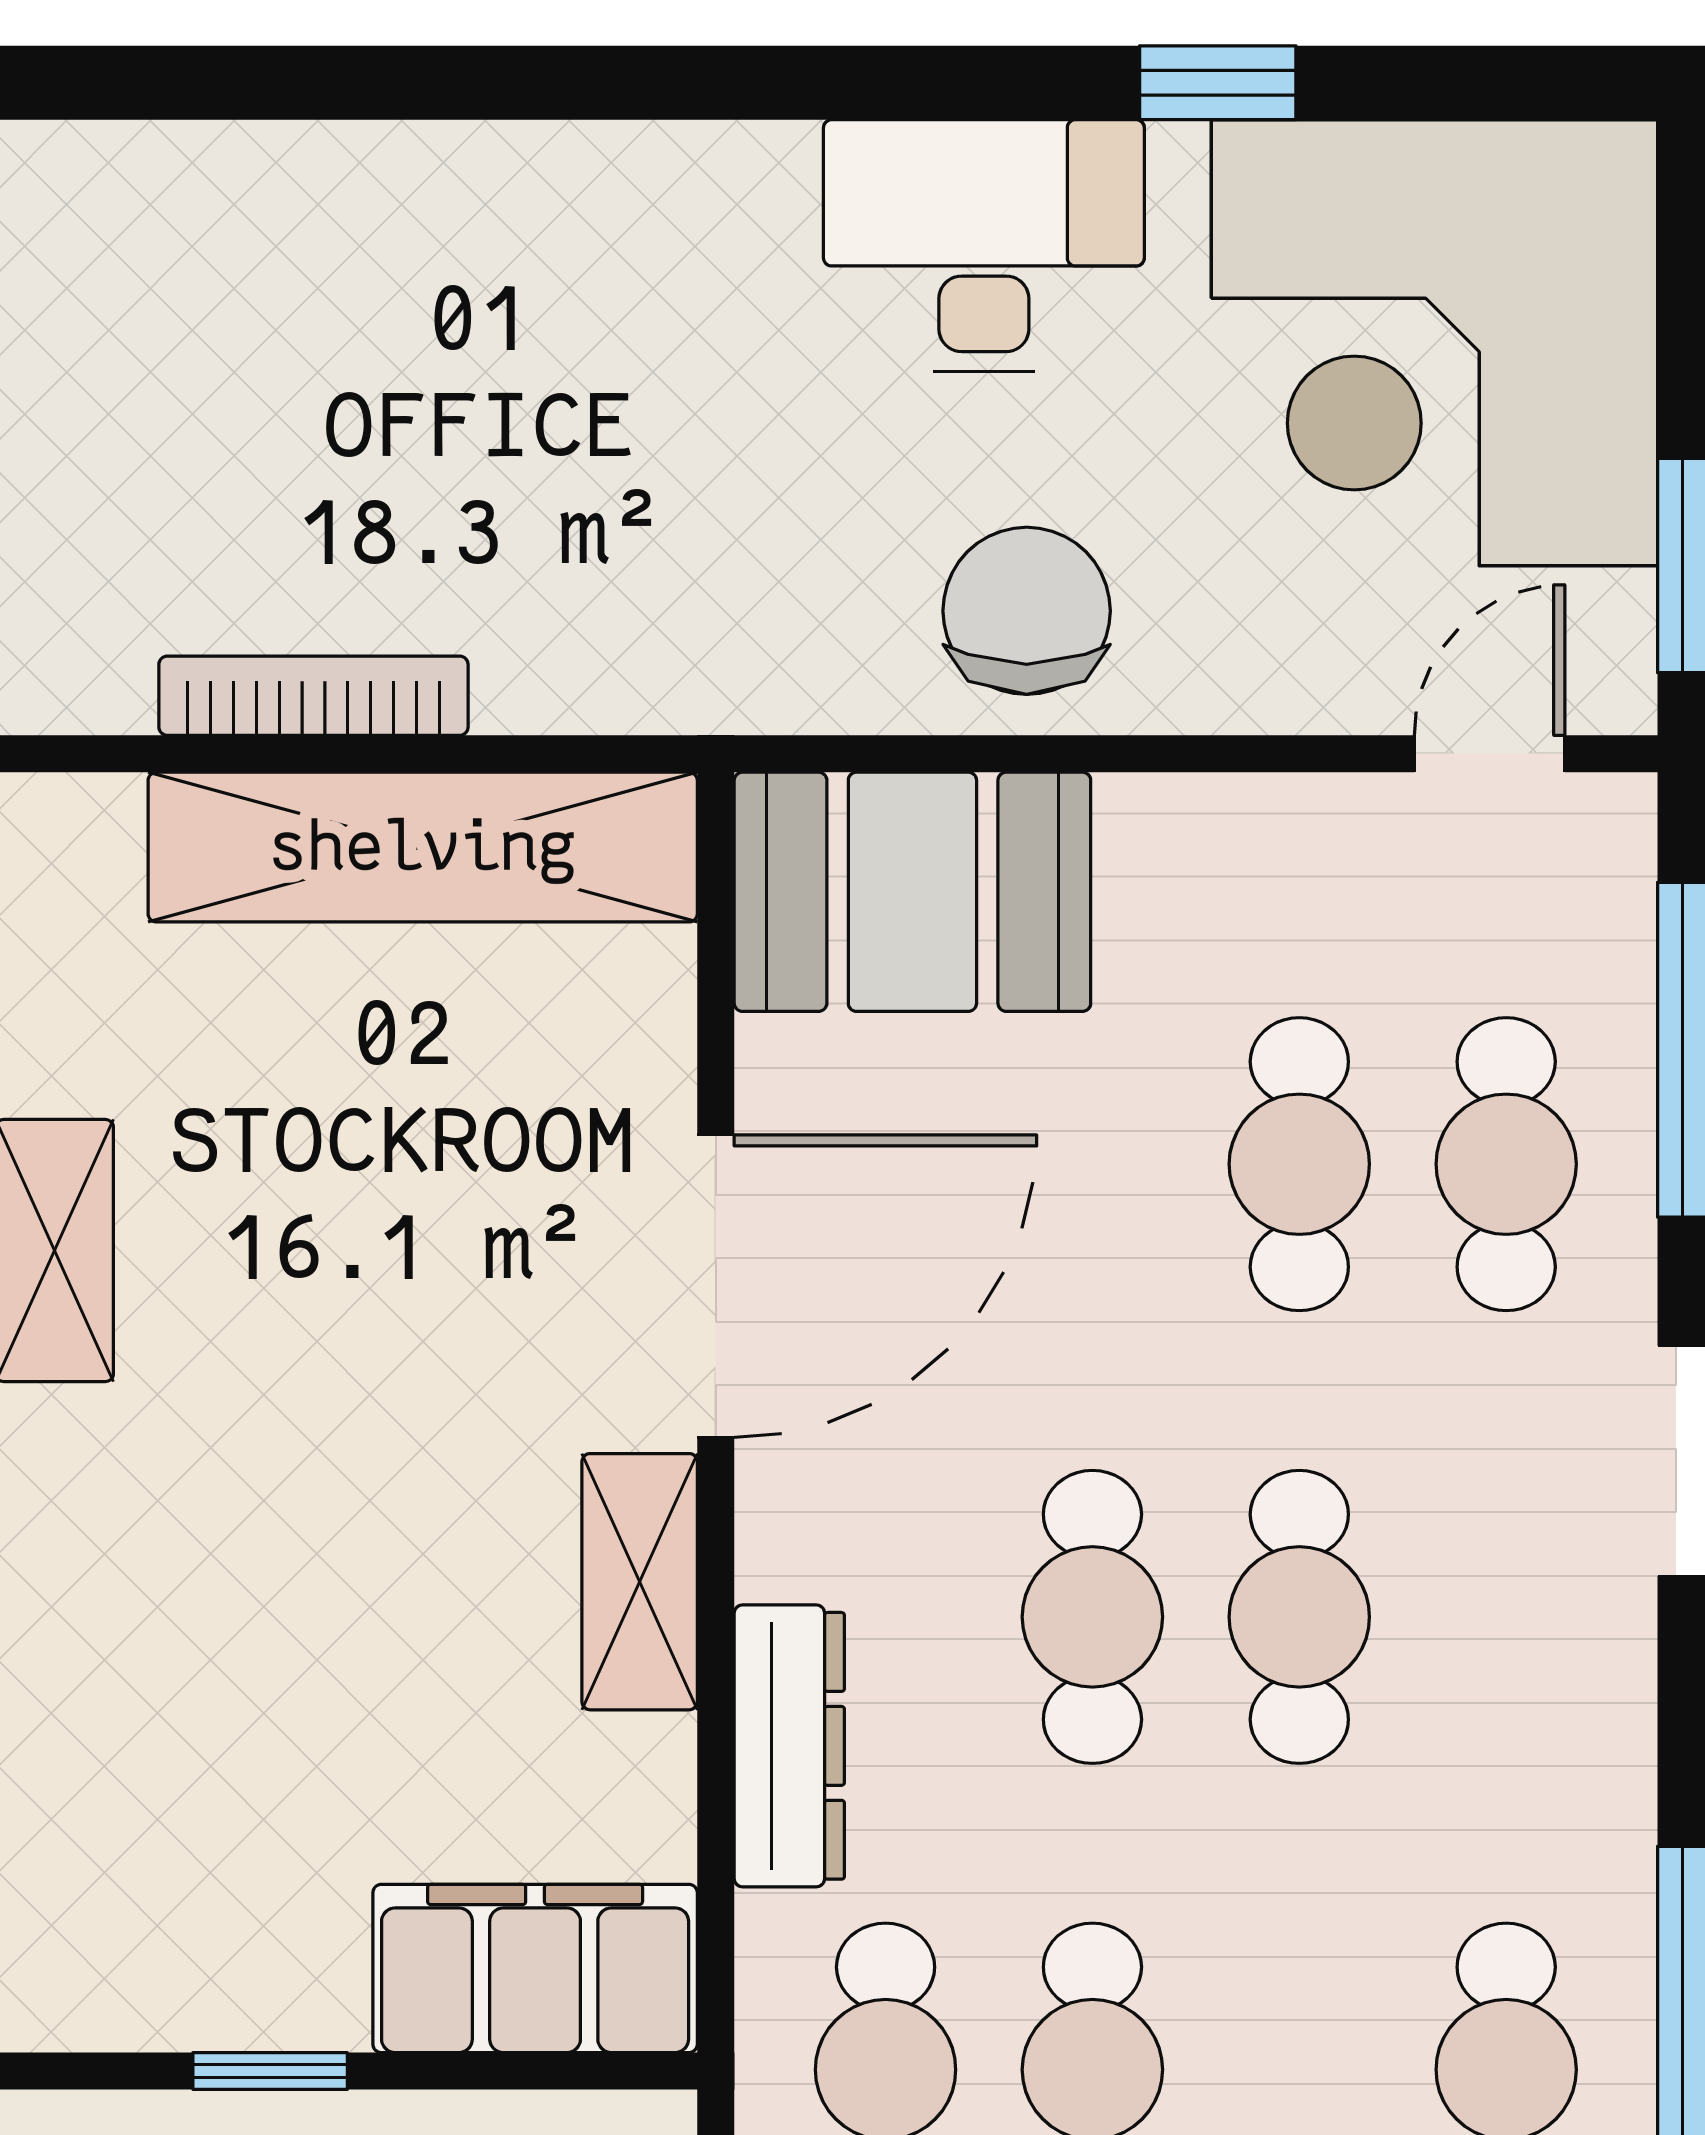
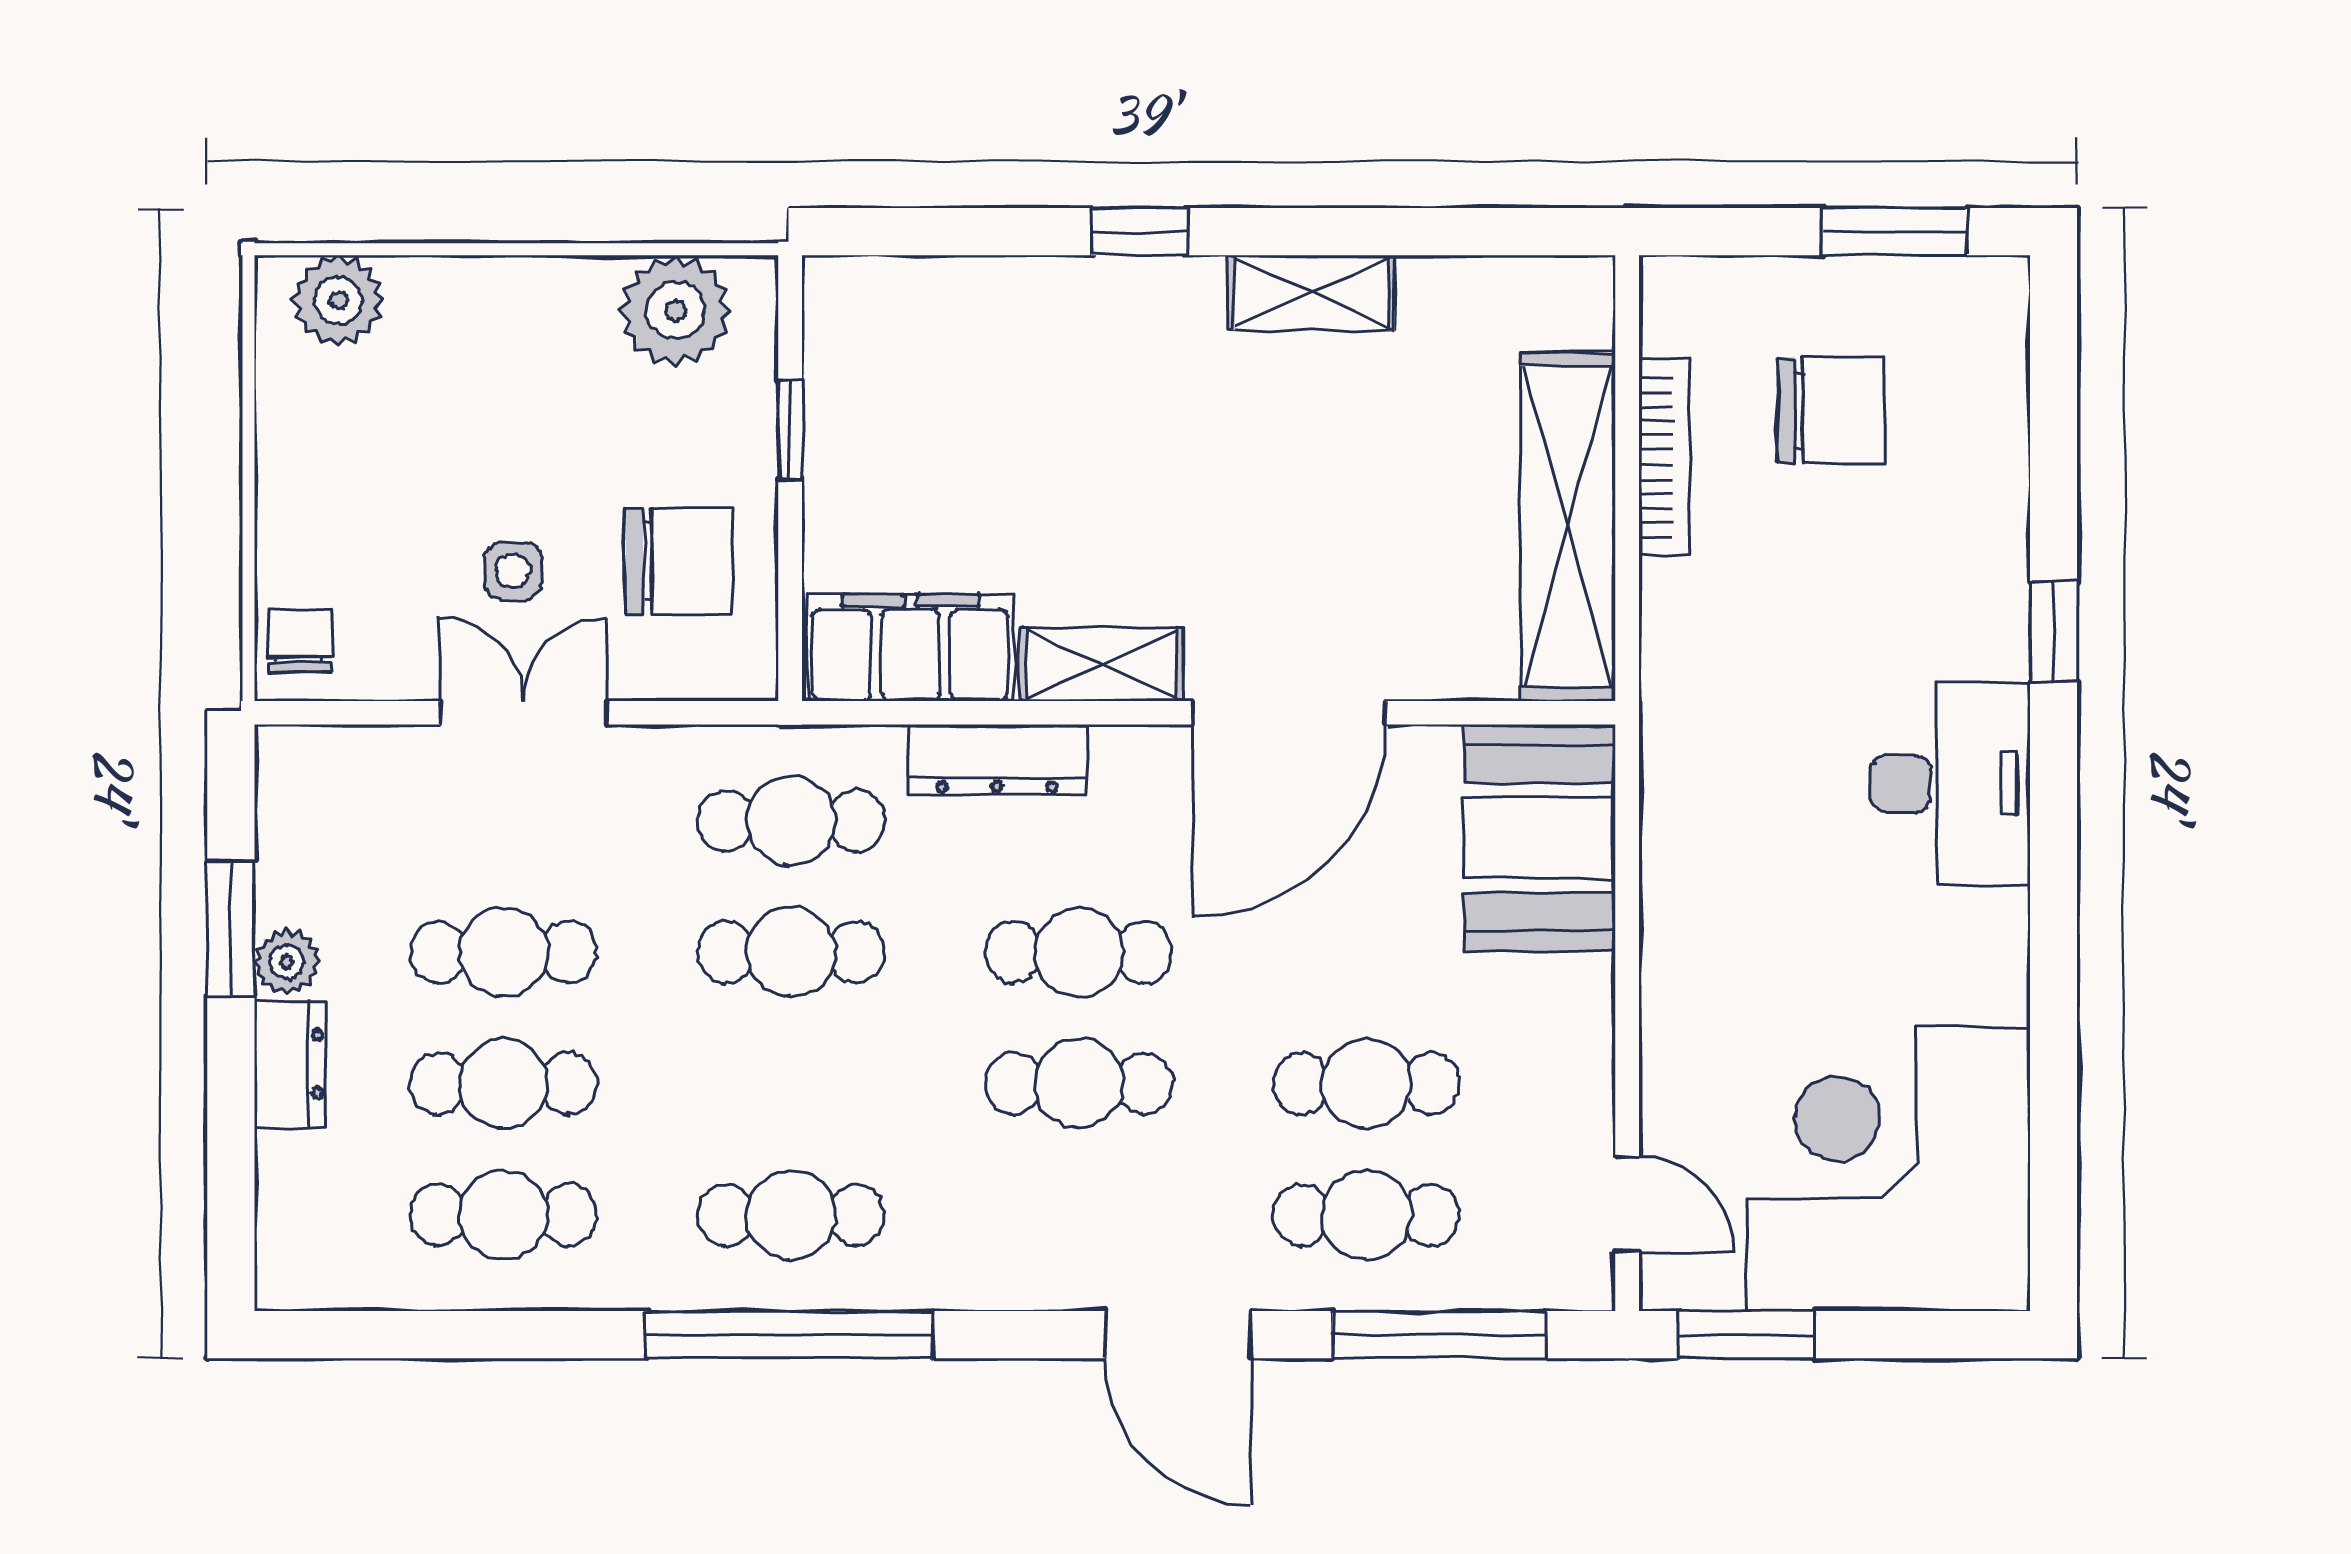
window: (1218, 83) -> (2054, 631), moved
desk: (984, 246) -> (1950, 784), moved
chair: (1027, 611) -> (1831, 411), moved
door: (716, 1286) -> (1289, 713), hinge flipped
filing cabinet: (535, 1968) -> (910, 648), moved, turned -90

